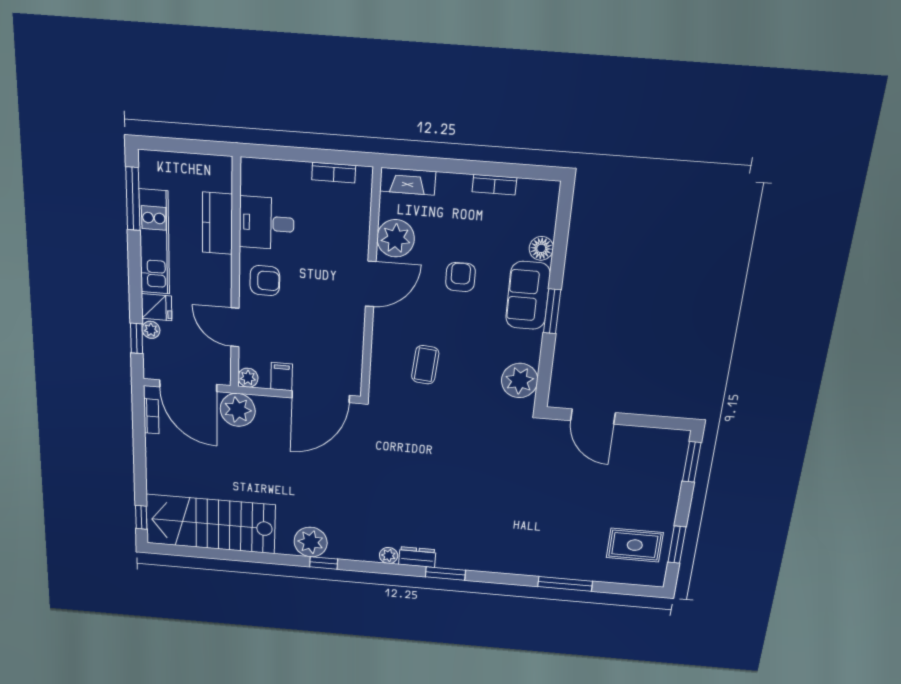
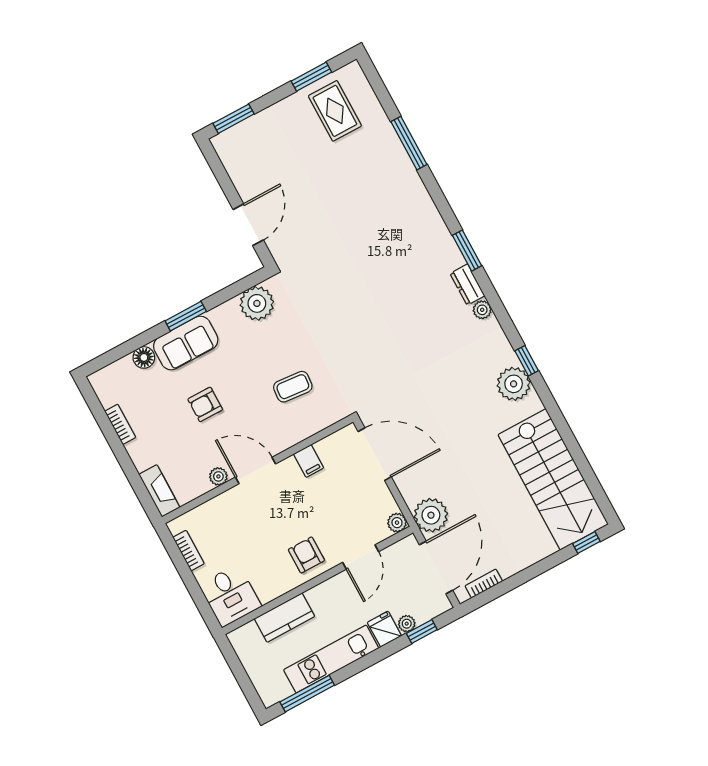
desk: (267, 223) -> (230, 596), moved
plant: (396, 238) -> (218, 476), width x0.53, depth x0.53
filing cabinet: (281, 377) -> (309, 461), moved, turned -90

